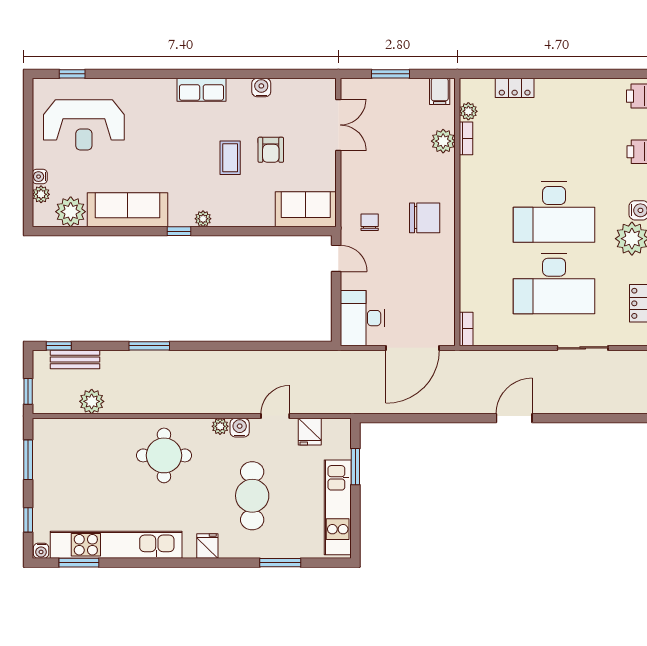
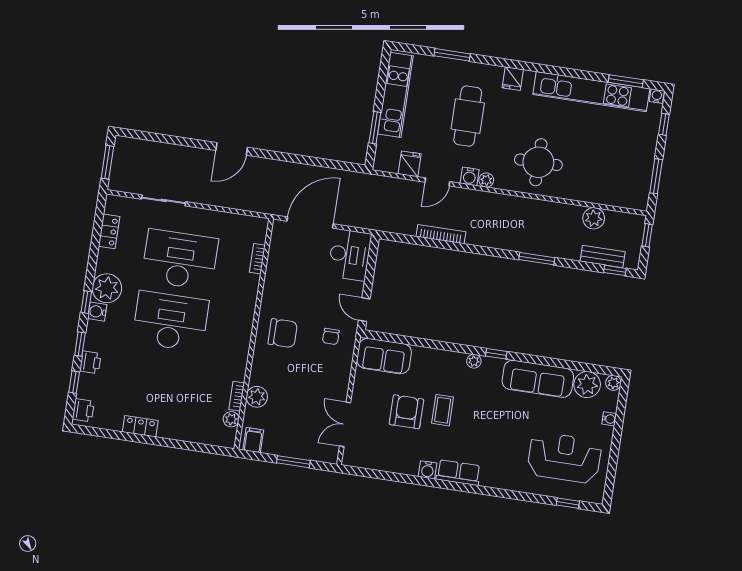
water cooler: (261, 87) -> (428, 470), moved
locker: (515, 88) -> (140, 426), moved
armchair: (271, 150) -> (406, 412), width x1.38, depth x1.38
plant: (41, 194) -> (613, 383), moved
chair: (425, 218) -> (283, 333), turned 180
bookcase: (466, 329) -> (257, 259), moved
bookcase: (262, 357) -> (441, 234), added

